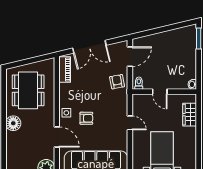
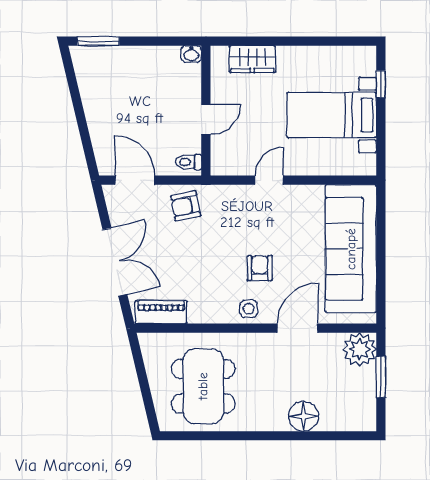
dining table: (28, 90) -> (203, 386), turned 90
floor lamp: (13, 123) -> (303, 416), moved

